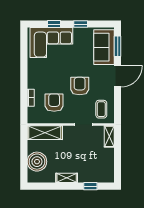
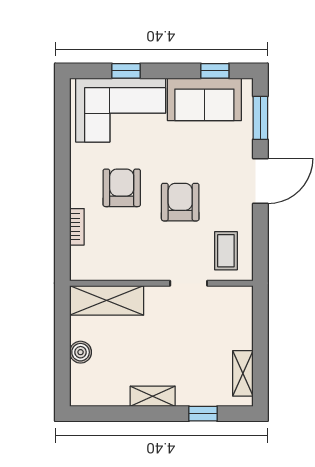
window: (81, 24) -> (215, 71), moved
sofa: (104, 47) -> (204, 99), moved, turned -90
armchair: (54, 103) -> (122, 188), moved
shelving: (109, 136) -> (243, 373), moved
boiler: (37, 162) -> (81, 352), width x0.54, depth x0.54

